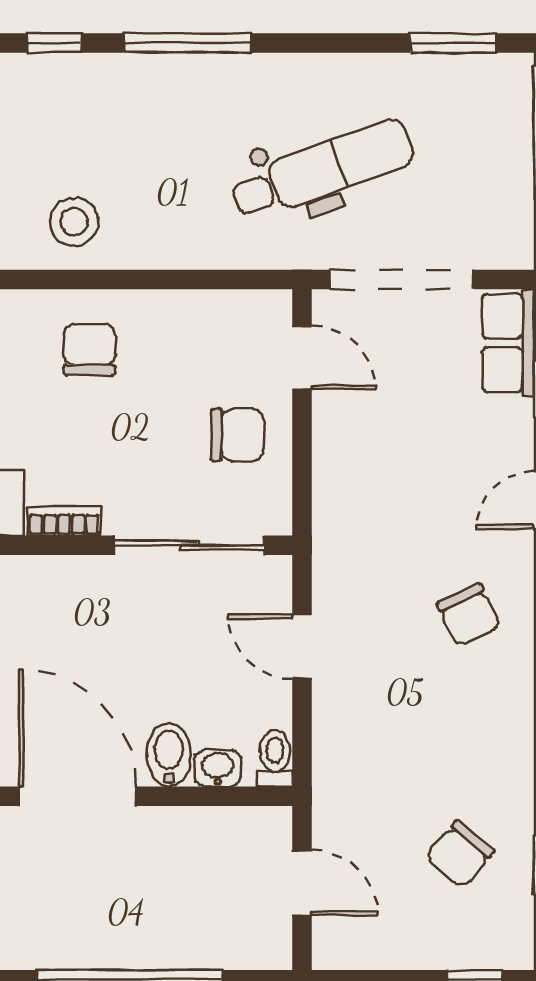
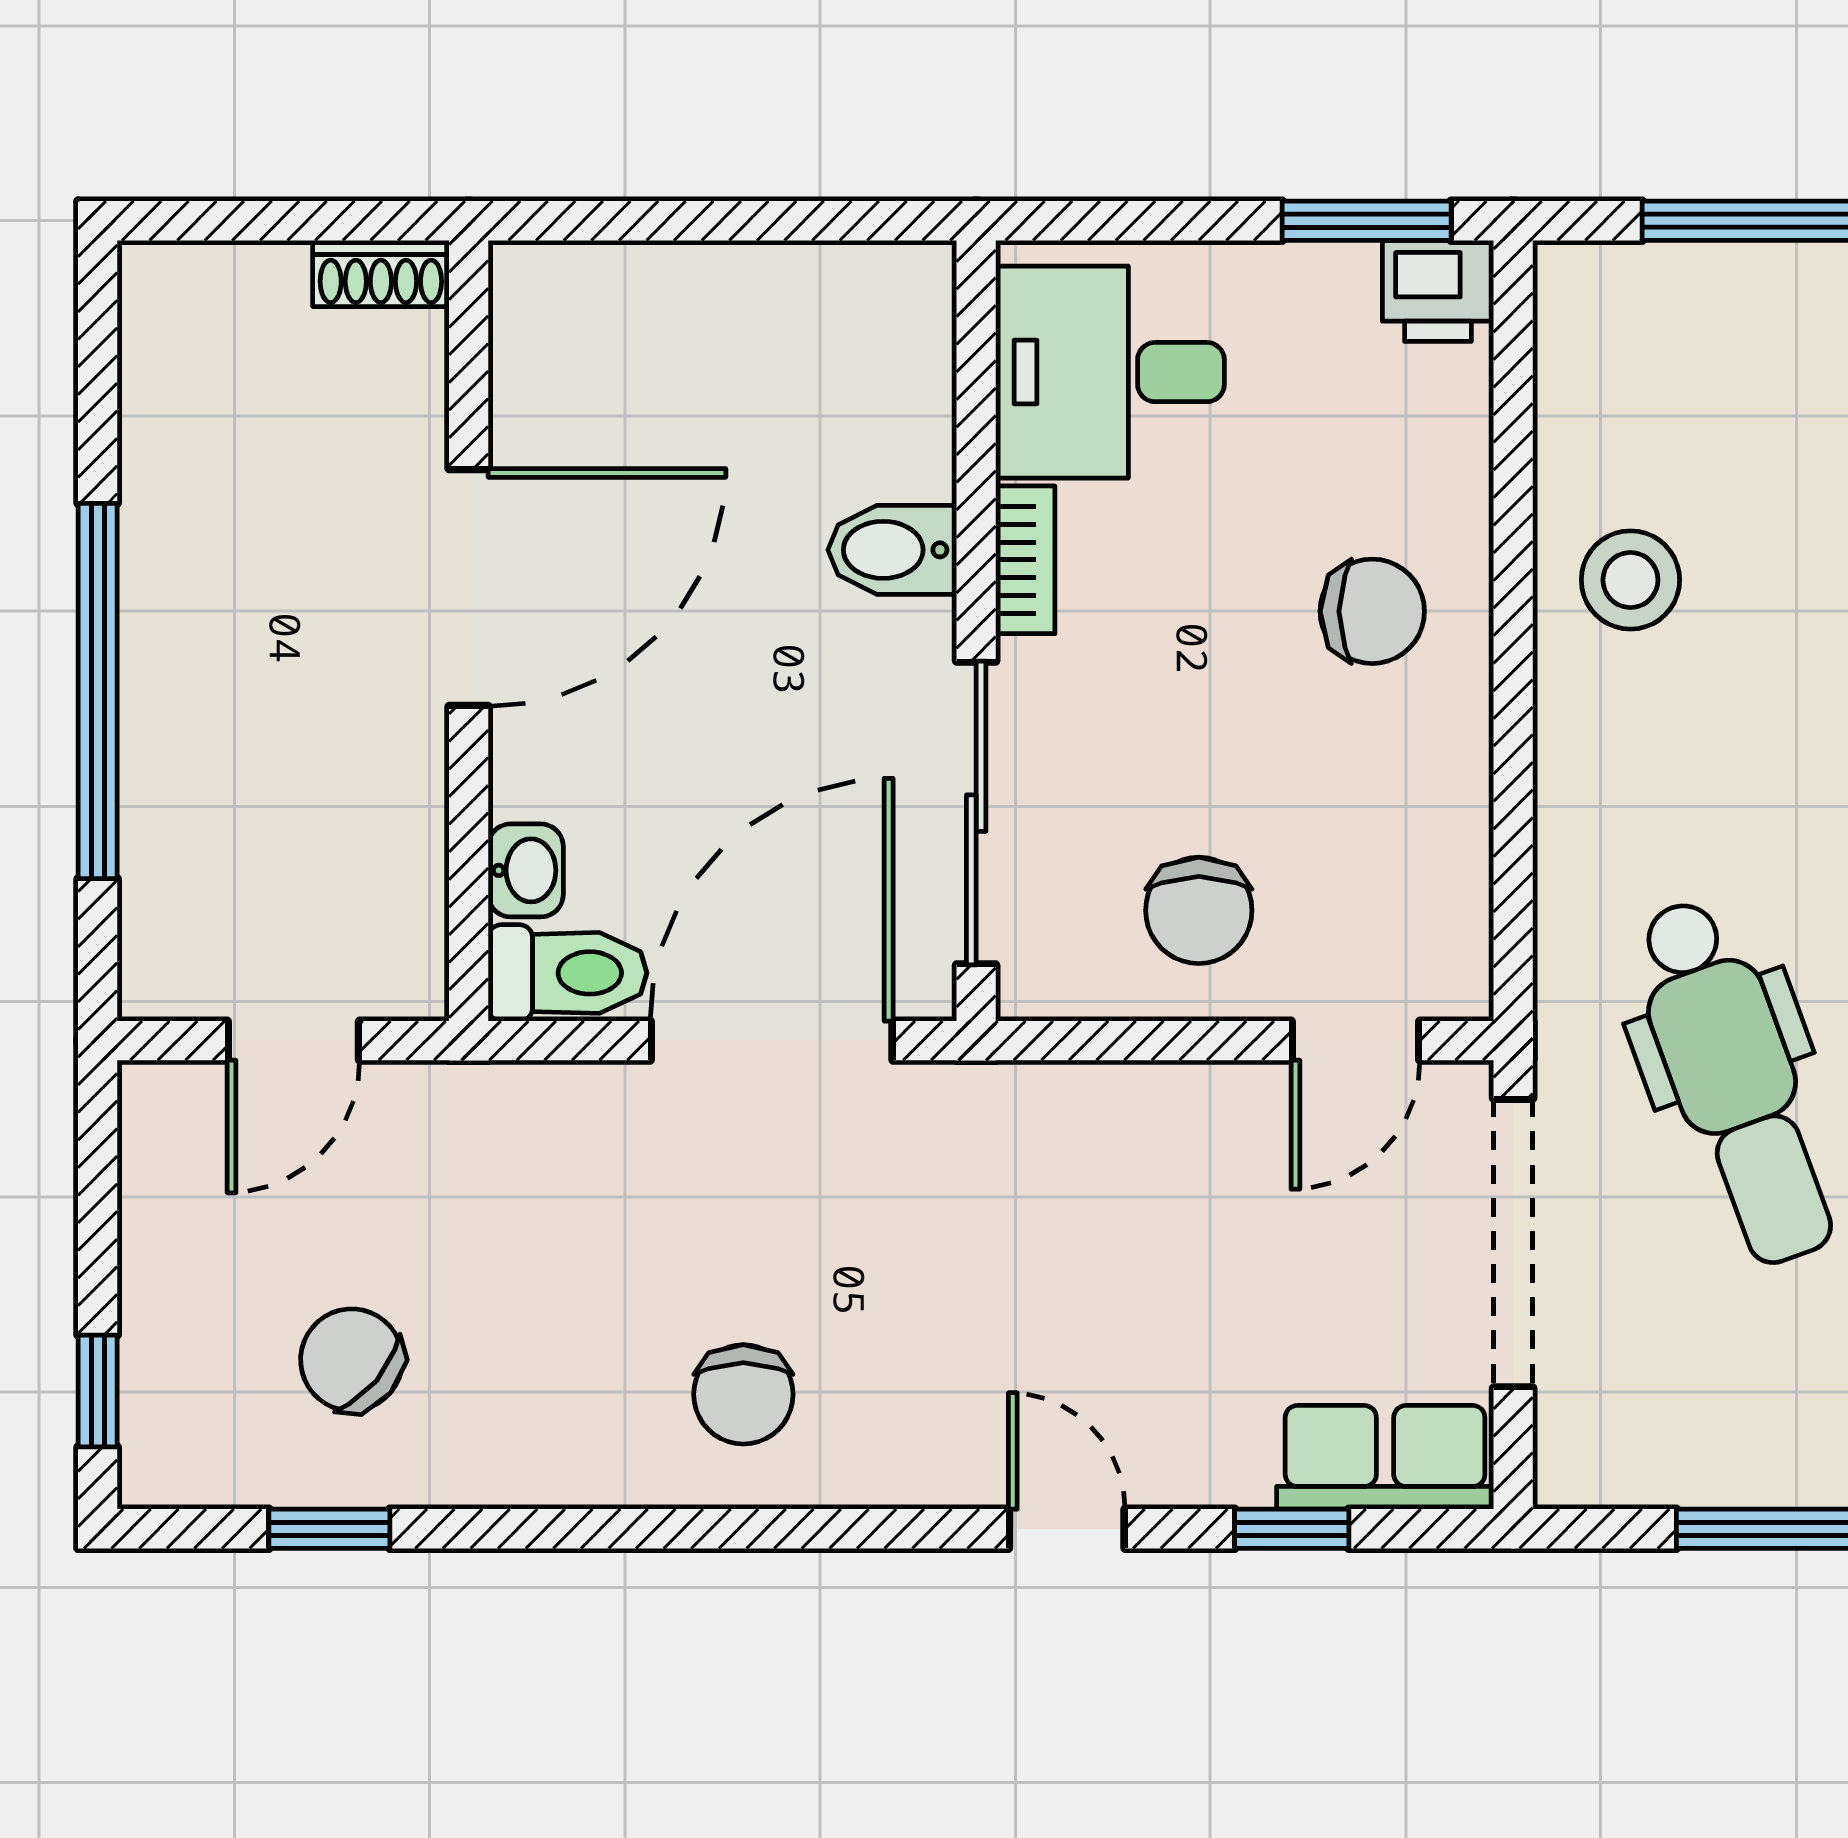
chair: (469, 615) -> (743, 1394), moved, turned -64
door: (302, 646) -> (772, 1041), width x1.87
bidet: (169, 755) -> (892, 550), moved, turned 180
toilet: (275, 758) -> (568, 973), width x1.37, depth x1.39

